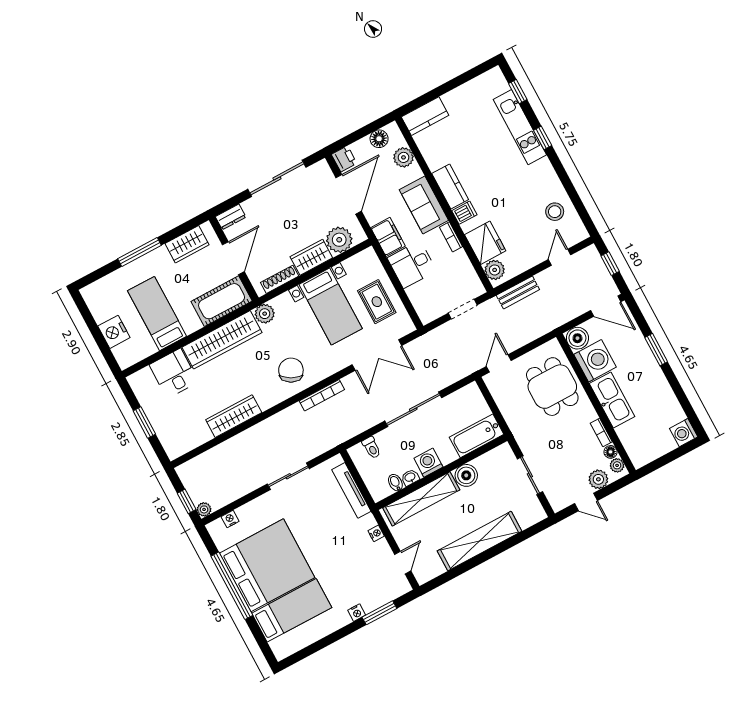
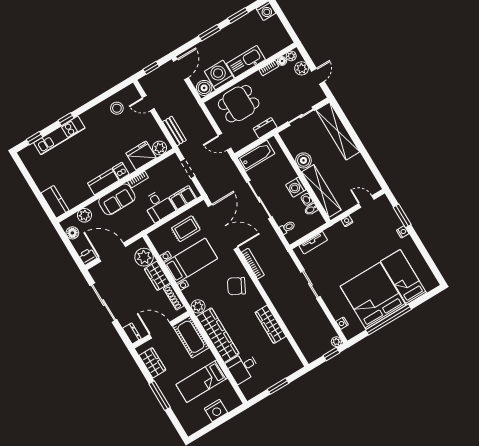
filing cabinet: (388, 237) -> (183, 198), moved
double door: (377, 355) -> (223, 227), width x1.36
window: (679, 392) -> (238, 15), added
dresser: (516, 423) -> (265, 128), added
bathtub: (477, 436) -> (256, 156), moved, turned -90
tv unit: (351, 490) -> (313, 243), width x0.71
shelving: (480, 541) -> (338, 131), moved

